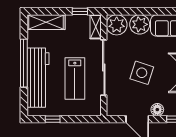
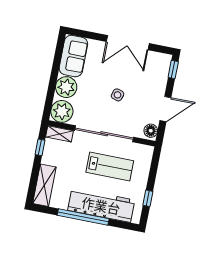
side table: (142, 73) -> (118, 95), width x0.54, depth x0.54
floor lamp: (157, 110) -> (151, 131), moved

